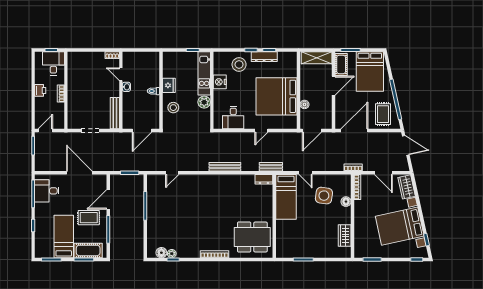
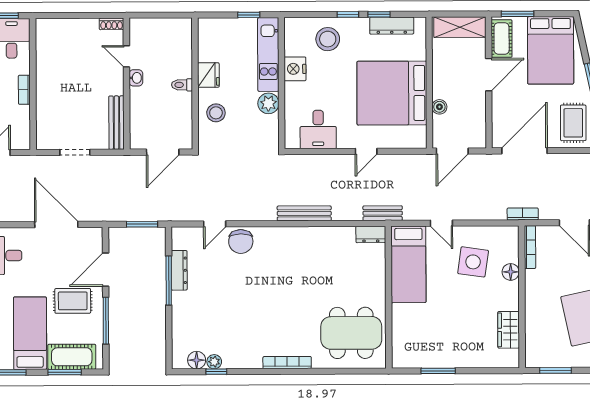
dresser: (264, 57) -> (392, 26), moved
chair: (188, 183) -> (241, 242), added
dresser: (151, 200) -> (179, 270), added

